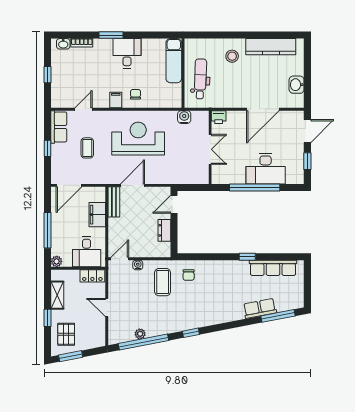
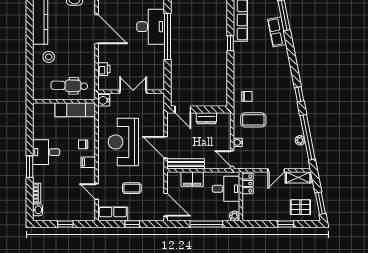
exam couch: (174, 61) -> (75, 110), moved
wall: (210, 147) -> (131, 92), moved
double door: (210, 149) -> (133, 92), moved
bench: (114, 202) -> (186, 164), width x1.36
shelving: (57, 295) -> (298, 177), moved

